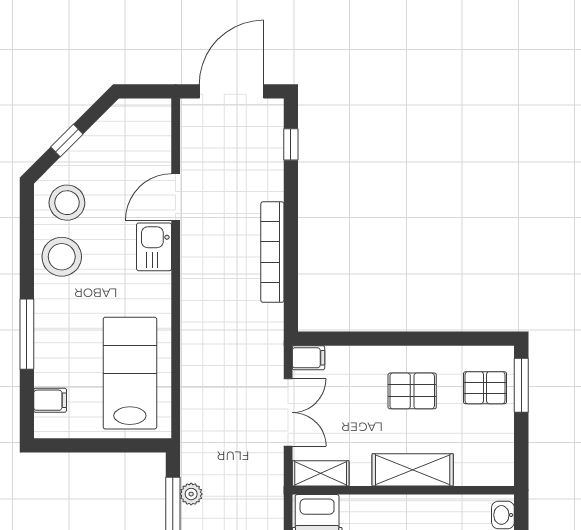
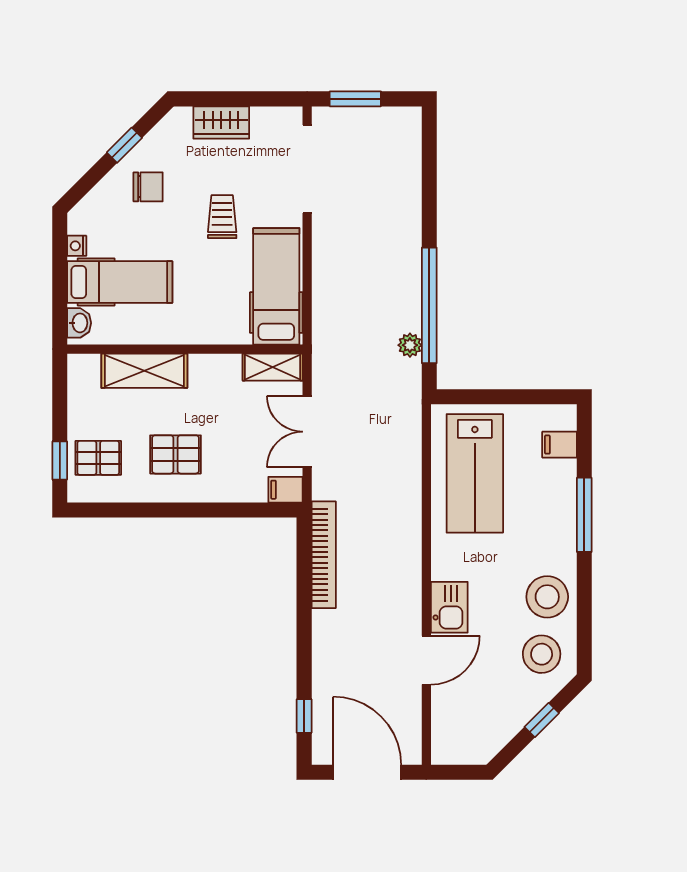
door: (232, 91) -> (367, 772), swing flipped
bookcase: (272, 252) -> (324, 555), moved
window: (521, 385) -> (60, 460), width x0.67
shelving: (413, 470) -> (144, 371), moved

